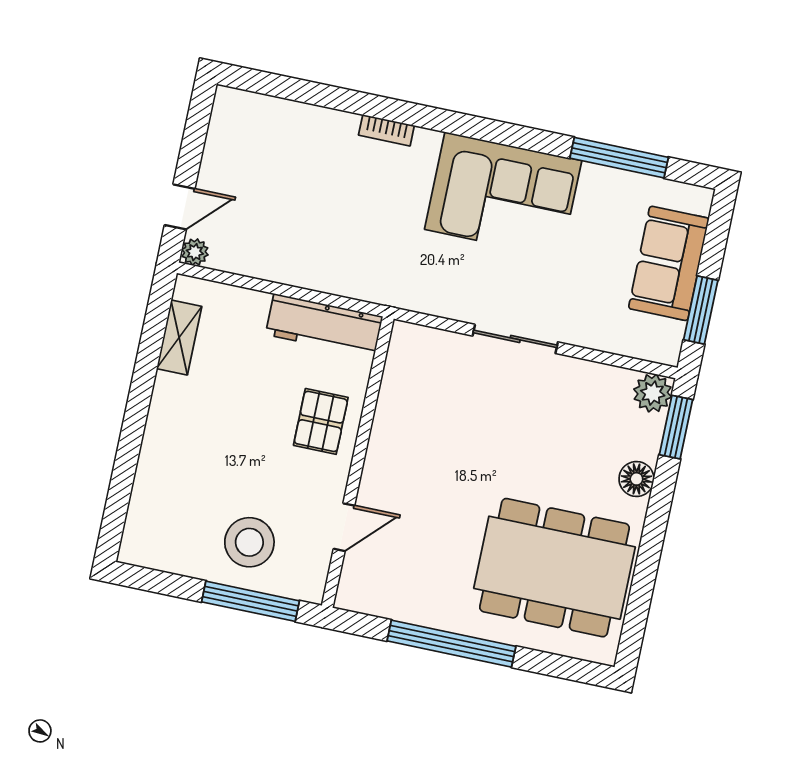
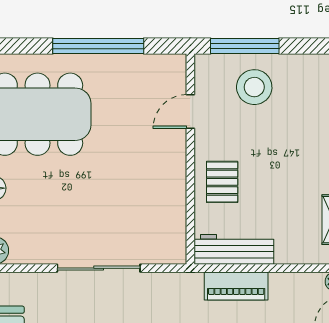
piano: (332, 275) -> (236, 286), added
sliding door: (515, 339) -> (99, 268), width x1.37

